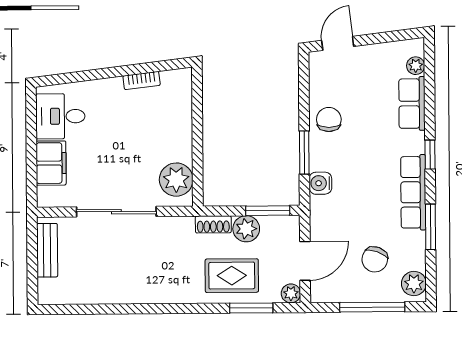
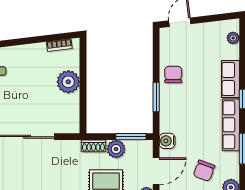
bookcase: (142, 81) -> (59, 45), moved
row of seats: (412, 104) -> (230, 79), moved
plant: (176, 180) -> (68, 82), moved
water cooler: (320, 183) -> (167, 141), moved

